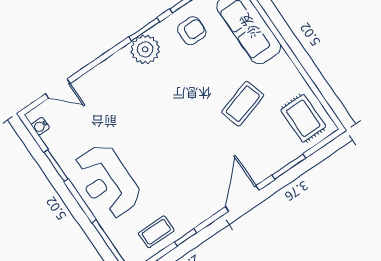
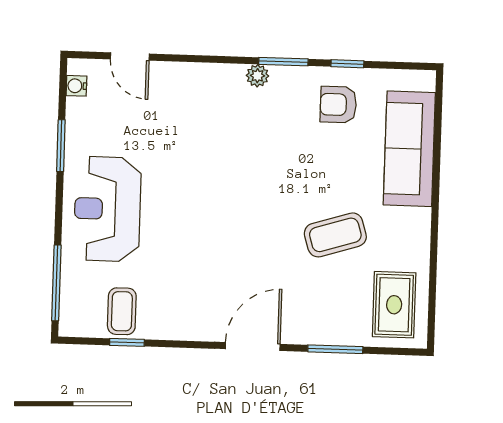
armchair: (192, 31) -> (338, 105), turned 180
plant: (145, 49) -> (257, 76), width x0.53, depth x0.53
coffee table: (156, 232) -> (122, 311), turned 90
window: (186, 237) -> (127, 342), moved

